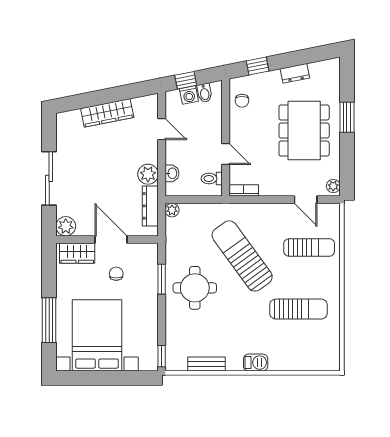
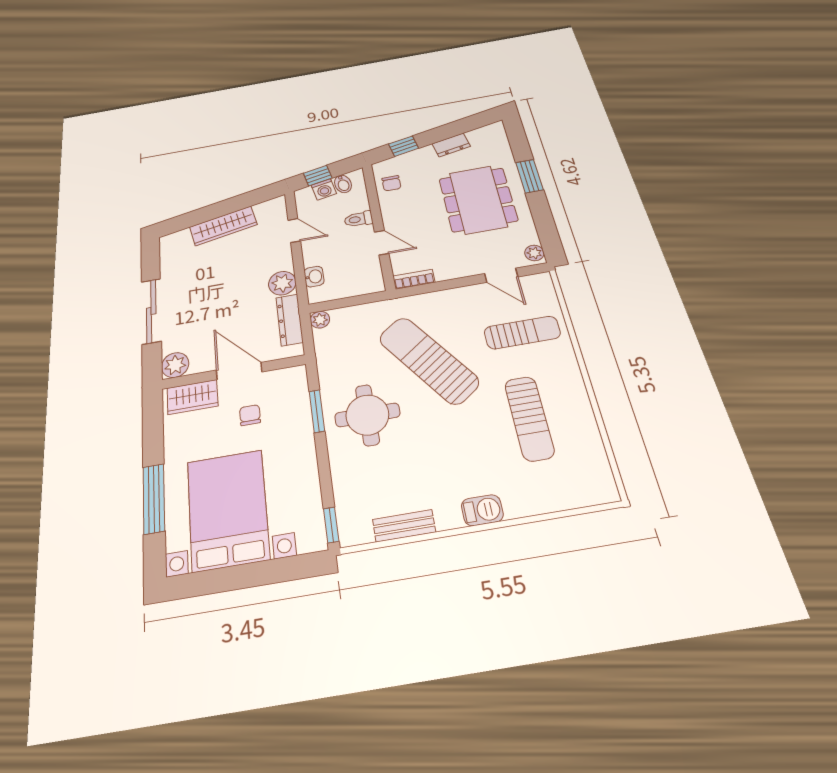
toilet: (212, 179) -> (358, 219), moved
sun lounger: (298, 309) -> (529, 418), turned 90

